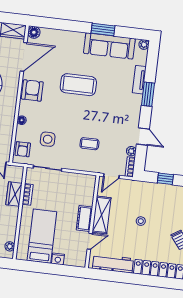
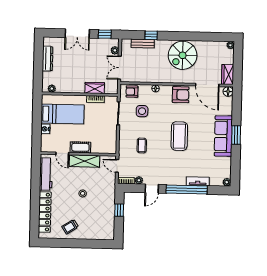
window: (103, 30) -> (236, 135), moved
sofa: (109, 46) -> (223, 136), moved
coffee table: (78, 85) -> (179, 136), moved
window: (148, 94) -> (187, 189), width x2.11

